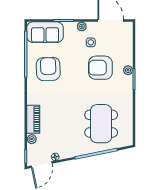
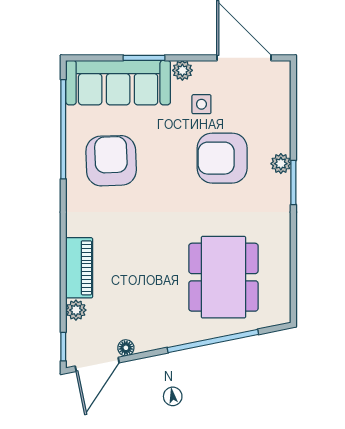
sofa: (45, 32) -> (118, 83), width x1.36

